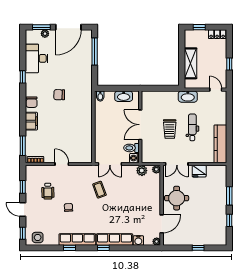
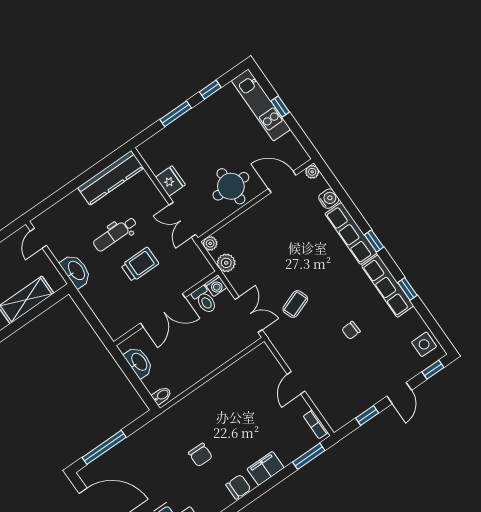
double door: (177, 164) -> (182, 220), swing flipped
wheelchair: (48, 191) -> (348, 376), removed
kitchen unit: (205, 239) -> (261, 105), added

